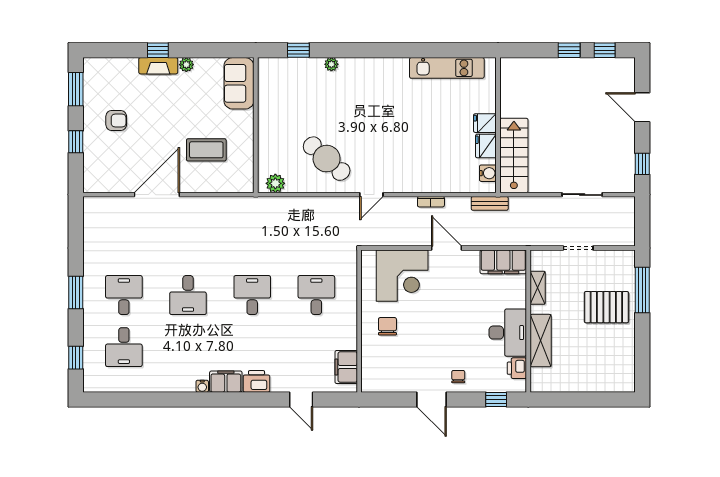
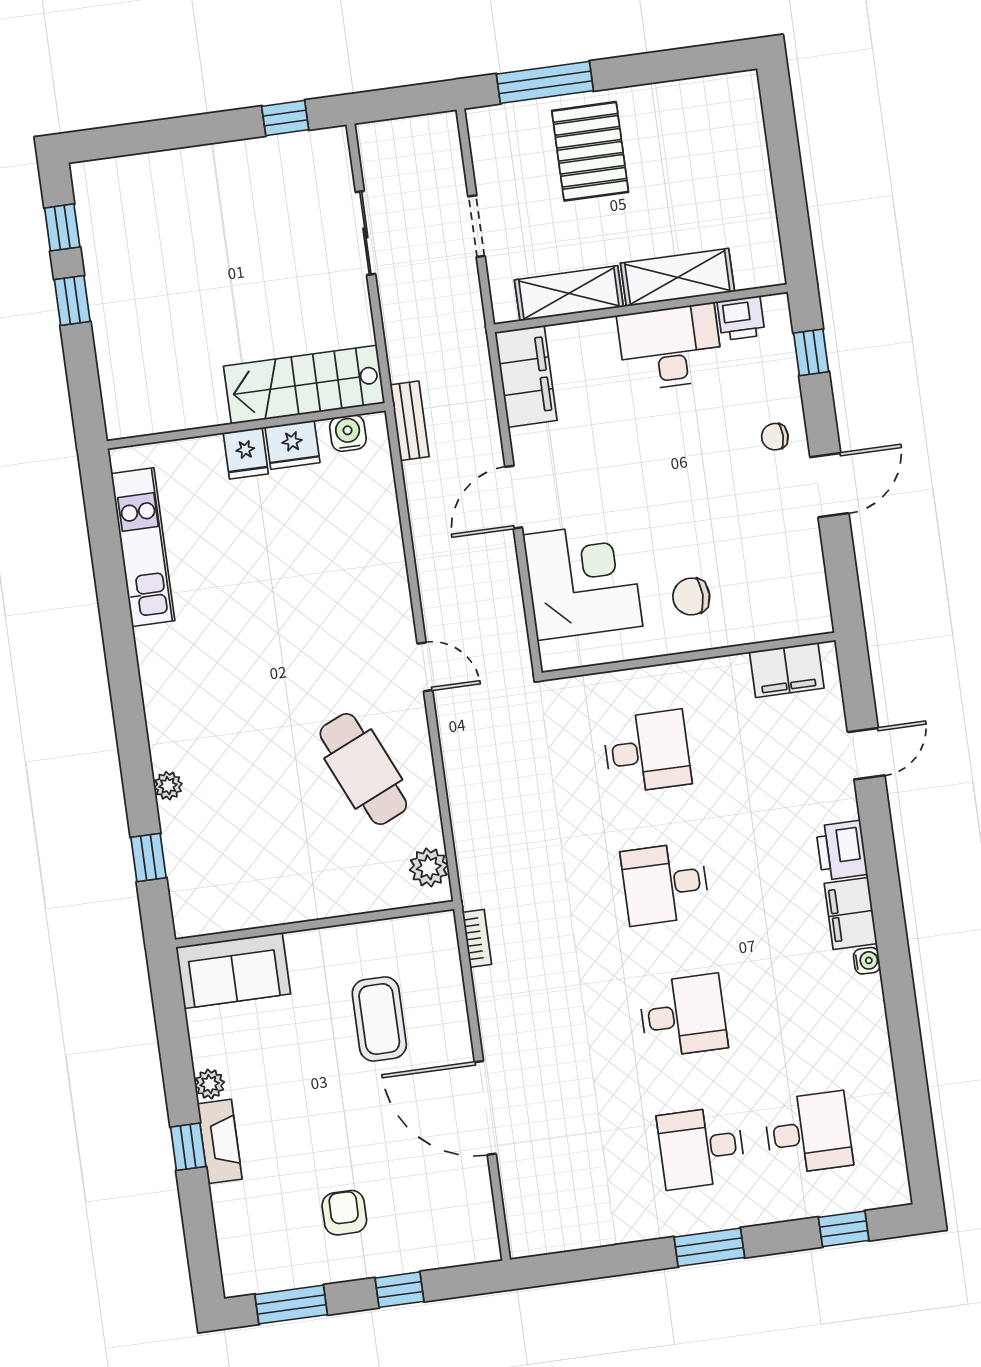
door: (642, 107) -> (169, 134), removed
cafe table: (327, 159) -> (363, 769), turned -66
bookcase: (431, 202) -> (477, 938), moved
shelving: (538, 288) -> (569, 293), width x1.50, depth x1.33
desk: (316, 295) -> (647, 752), turned 180

